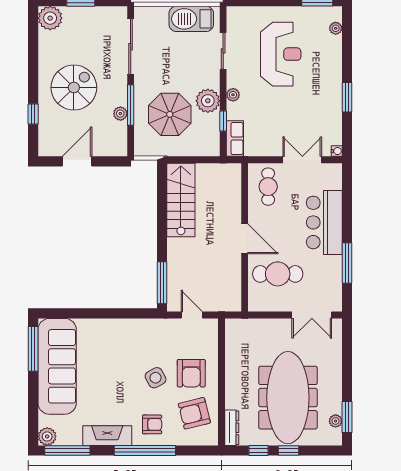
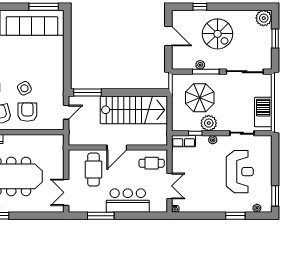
reception desk: (281, 54) -> (240, 172), turned -90
window: (347, 97) -> (235, 216), moved
stairs: (181, 200) -> (134, 110), width x1.36, depth x1.51
armchair: (191, 373) -> (27, 112), turned 90

